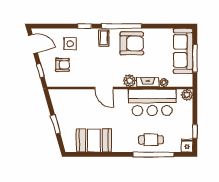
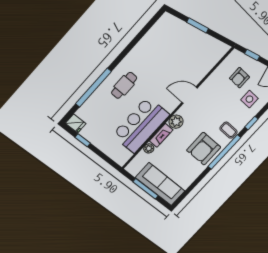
plant: (187, 95) -> (121, 159), removed
booth: (94, 140) -> (153, 46), removed
cafe table: (151, 140) -> (124, 85), moved

